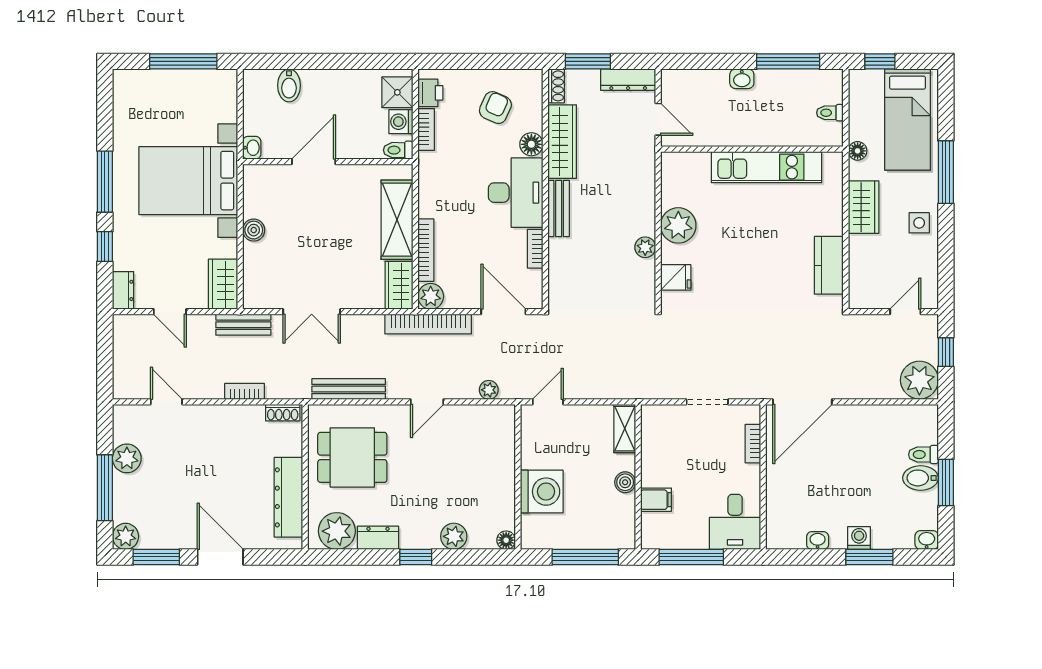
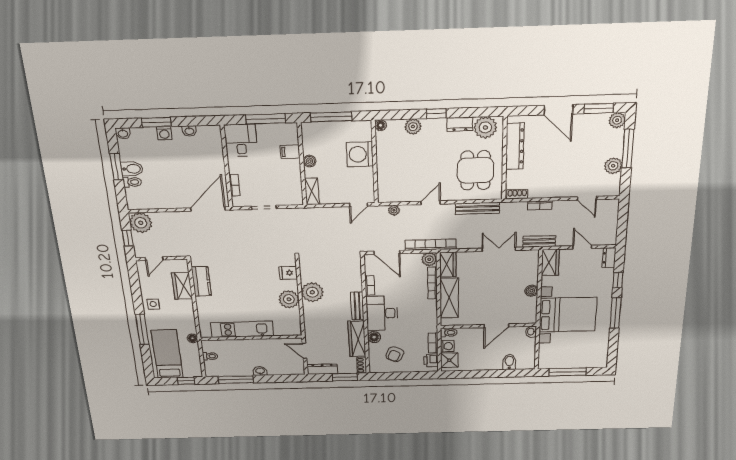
wardrobe: (864, 207) -> (182, 286), moved
plant: (645, 247) -> (312, 292), width x1.88, depth x1.88
dining table: (352, 457) -> (475, 170), turned 90

